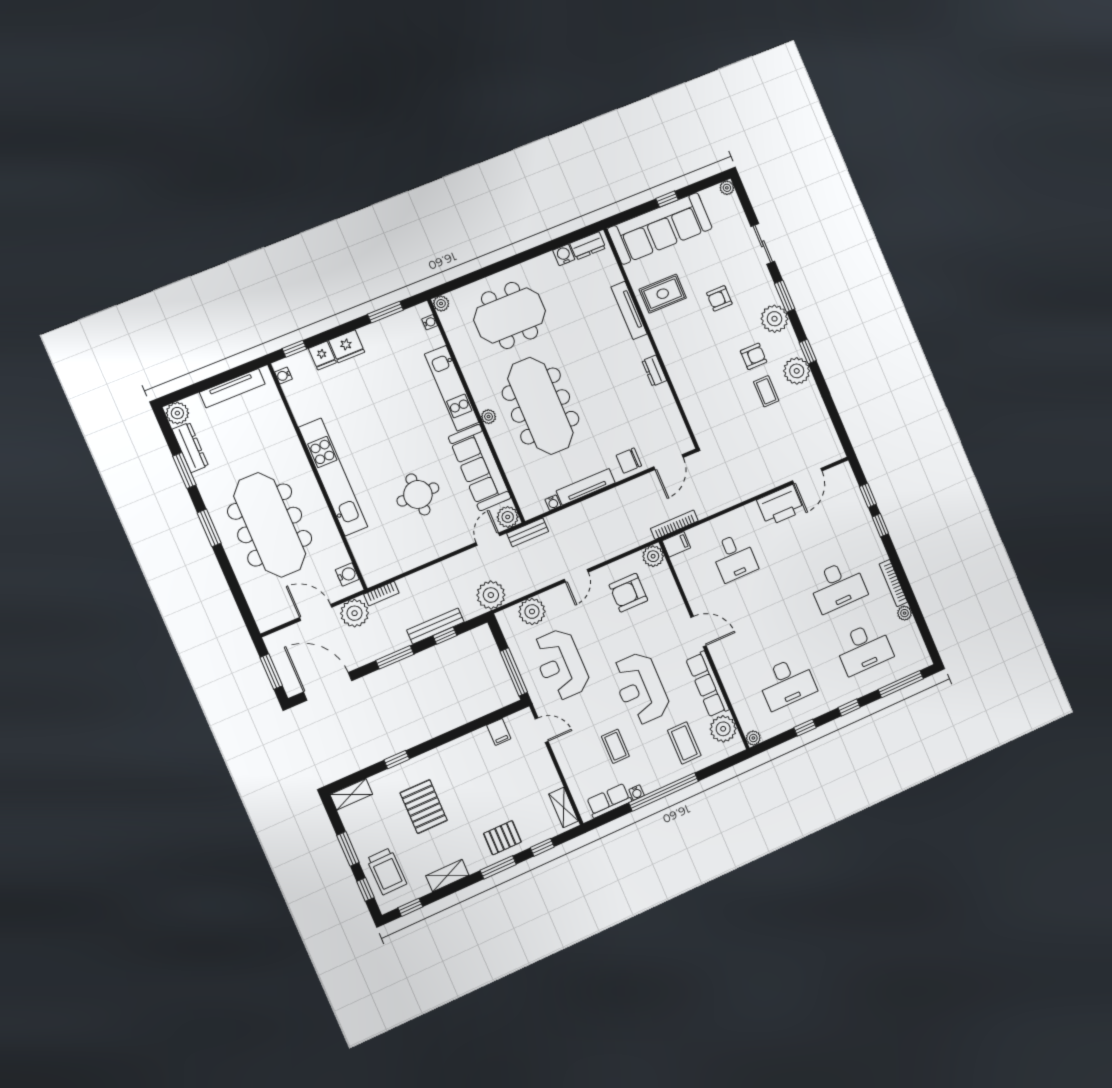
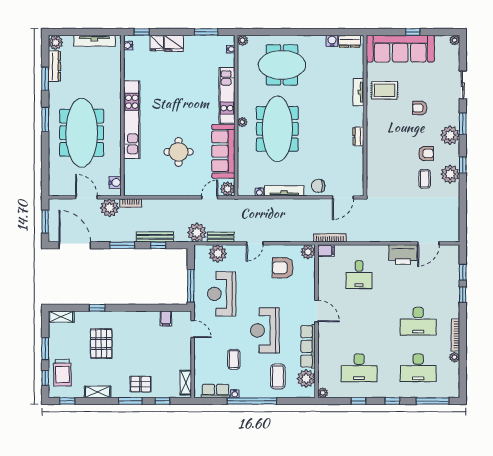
tv unit: (629, 310) -> (358, 92), width x0.71
bench: (528, 532) -> (221, 237), moved

